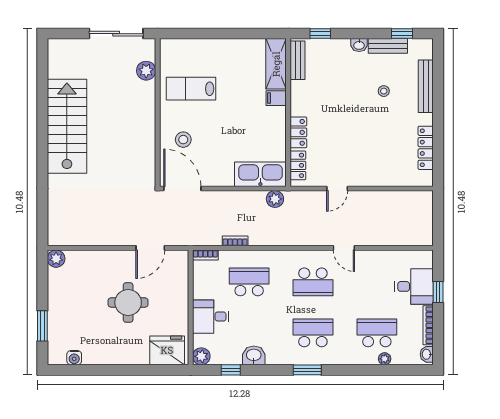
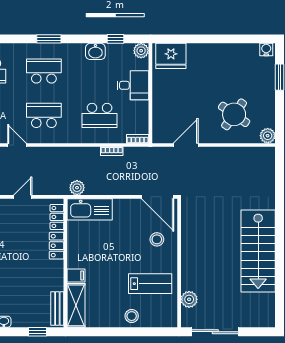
stool: (212, 52) -> (132, 316), added
round table: (128, 302) -> (234, 114), moved, turned 35
school desk: (313, 333) -> (44, 71), turned 180
water cooler: (74, 358) -> (266, 50), moved

